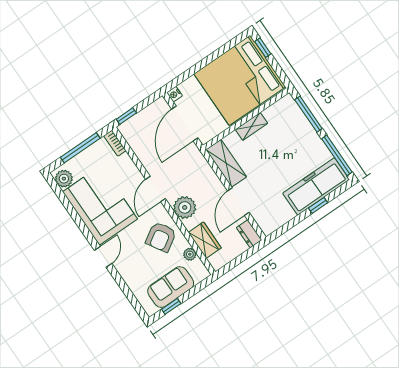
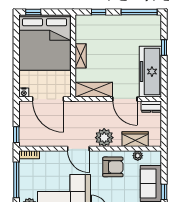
window: (308, 114) -> (99, 12), width x0.46
freezer: (316, 186) -> (150, 72), moved
armchair: (161, 237) -> (113, 167), turned -58

